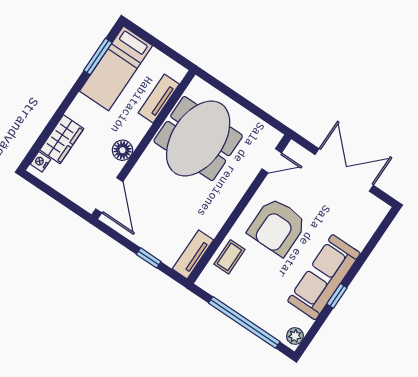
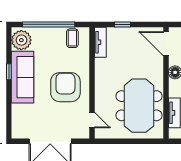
door: (272, 161) -> (92, 120), swing flipped
coffee table: (229, 257) -> (72, 38), moved
plant: (295, 336) -> (21, 40), width x1.87, depth x1.87

